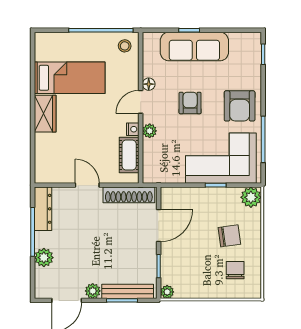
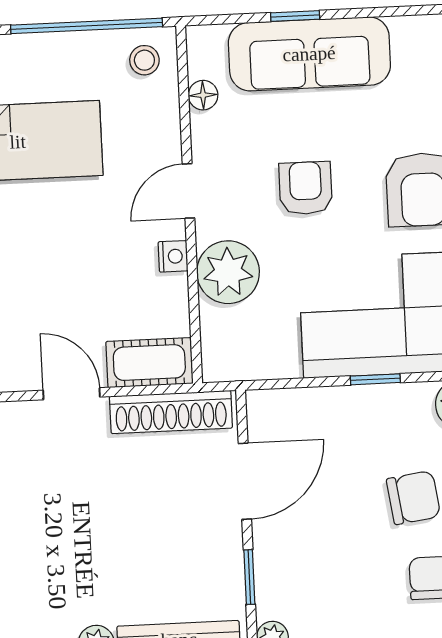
floor lamp: (149, 84) -> (203, 95), moved
plant: (150, 131) -> (228, 272), width x1.88, depth x1.88
cot: (129, 155) -> (149, 363), moved, turned 90

